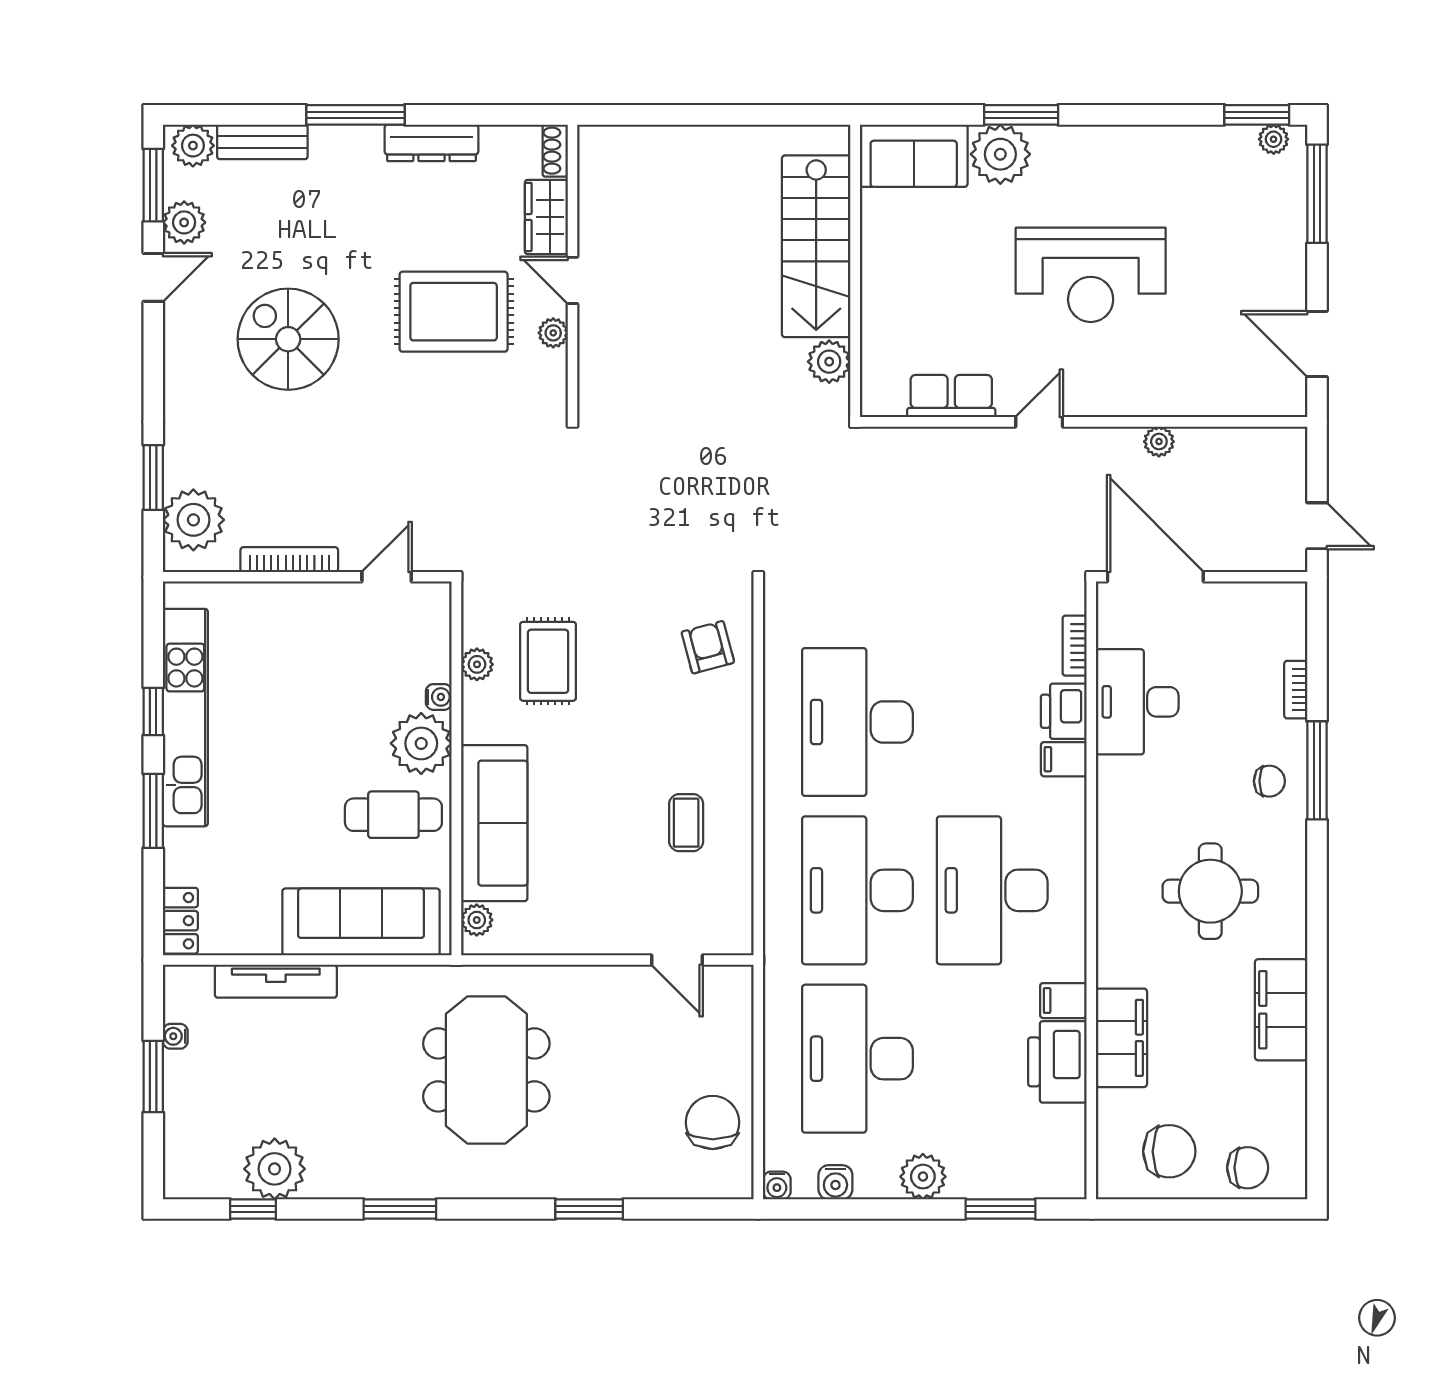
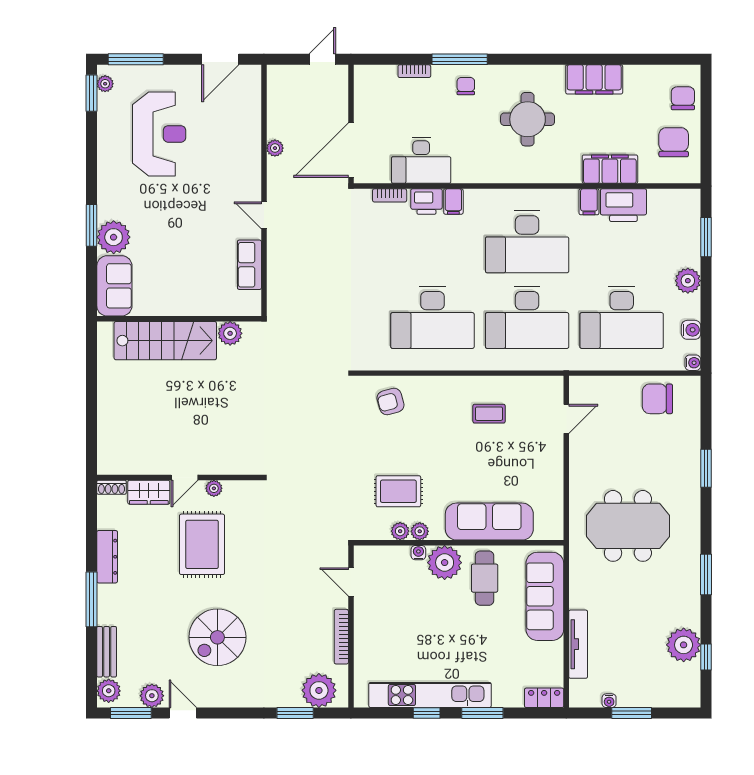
reception desk: (1091, 275) -> (159, 134), moved
plant: (477, 920) -> (420, 531), moved

